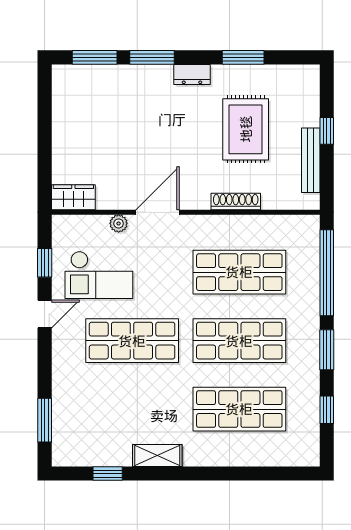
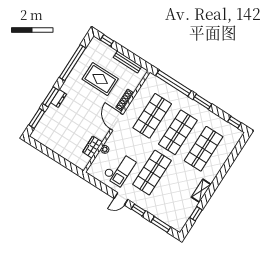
window: (243, 57) -> (73, 63), width x2.11
dresser: (192, 74) -> (59, 98), moved
window: (327, 131) -> (107, 40), moved
wardrobe: (73, 197) -> (92, 147), moved
door: (157, 212) -> (117, 122), moved
window: (45, 263) -> (138, 210), moved
door: (45, 314) -> (121, 199), swing flipped
window: (327, 410) -> (234, 122), moved

